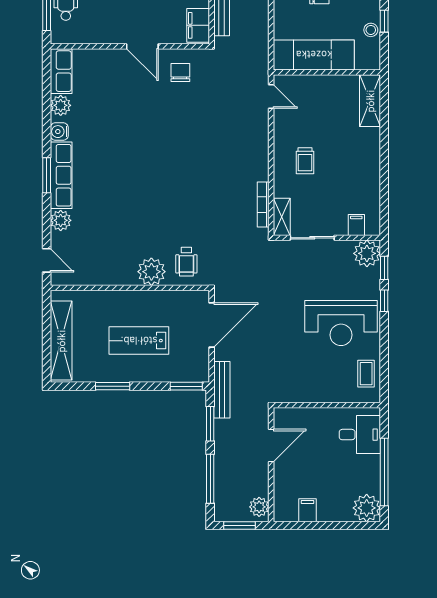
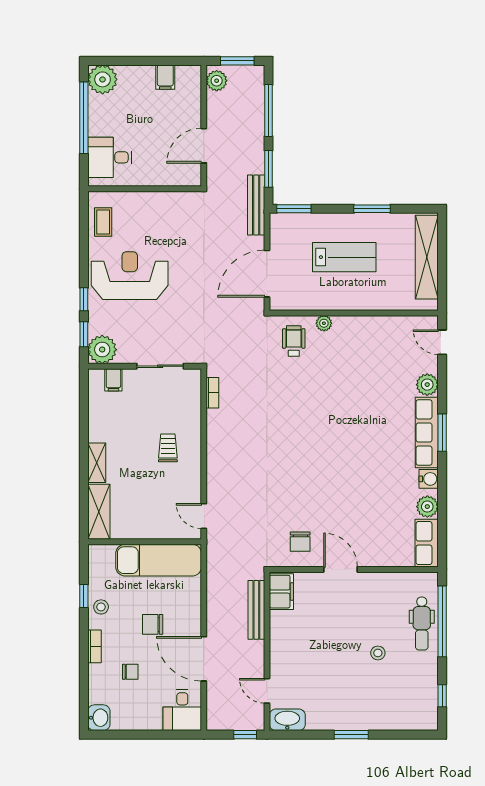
stool: (371, 30) -> (101, 607), moved
bookcase: (263, 205) -> (212, 393), width x0.64
shelving: (282, 217) -> (97, 463), moved
plant: (151, 272) -> (324, 323), width x0.53, depth x0.53

